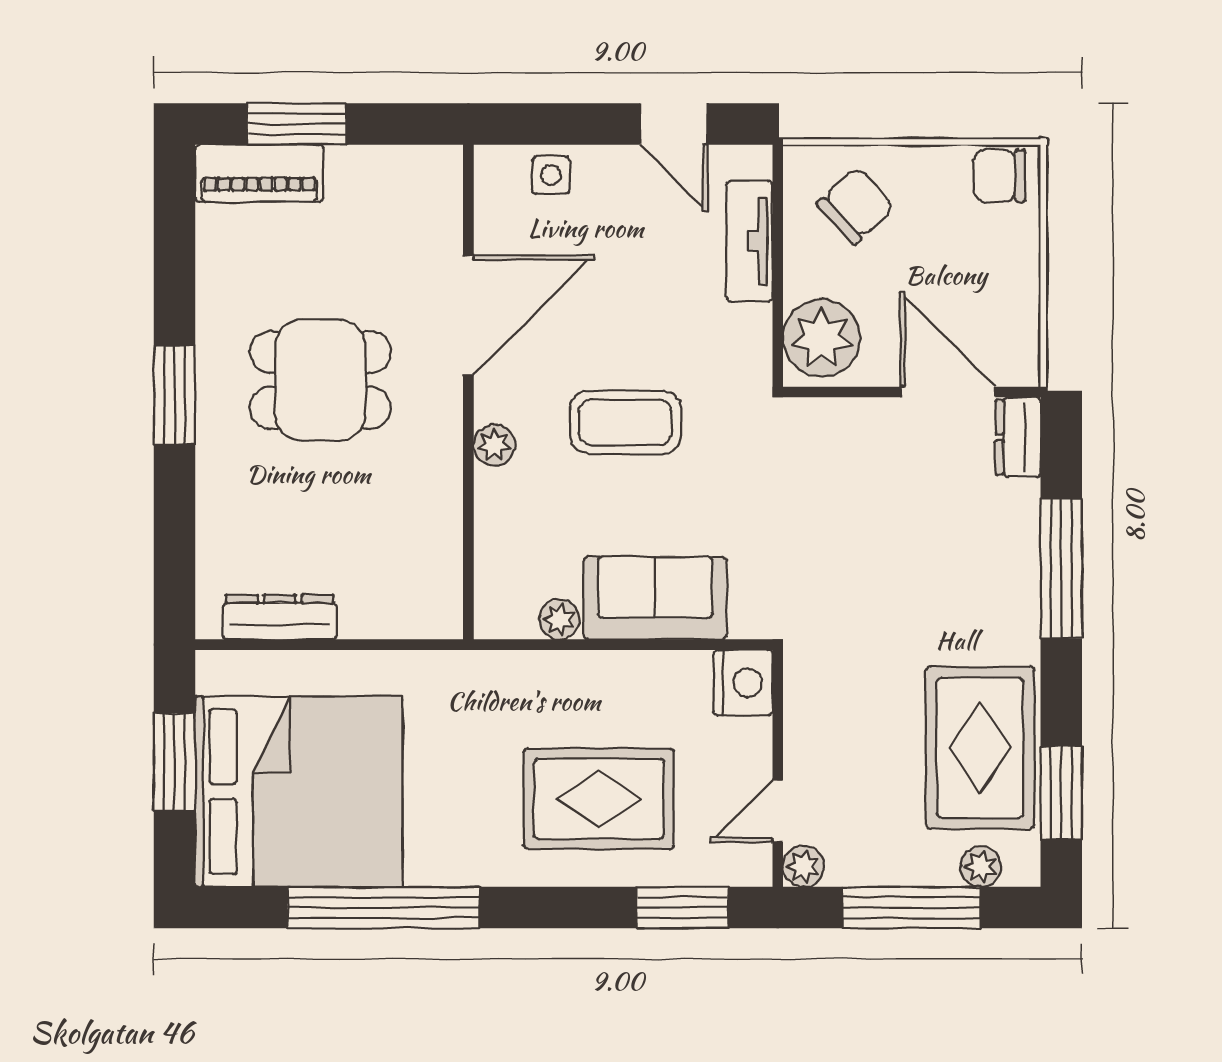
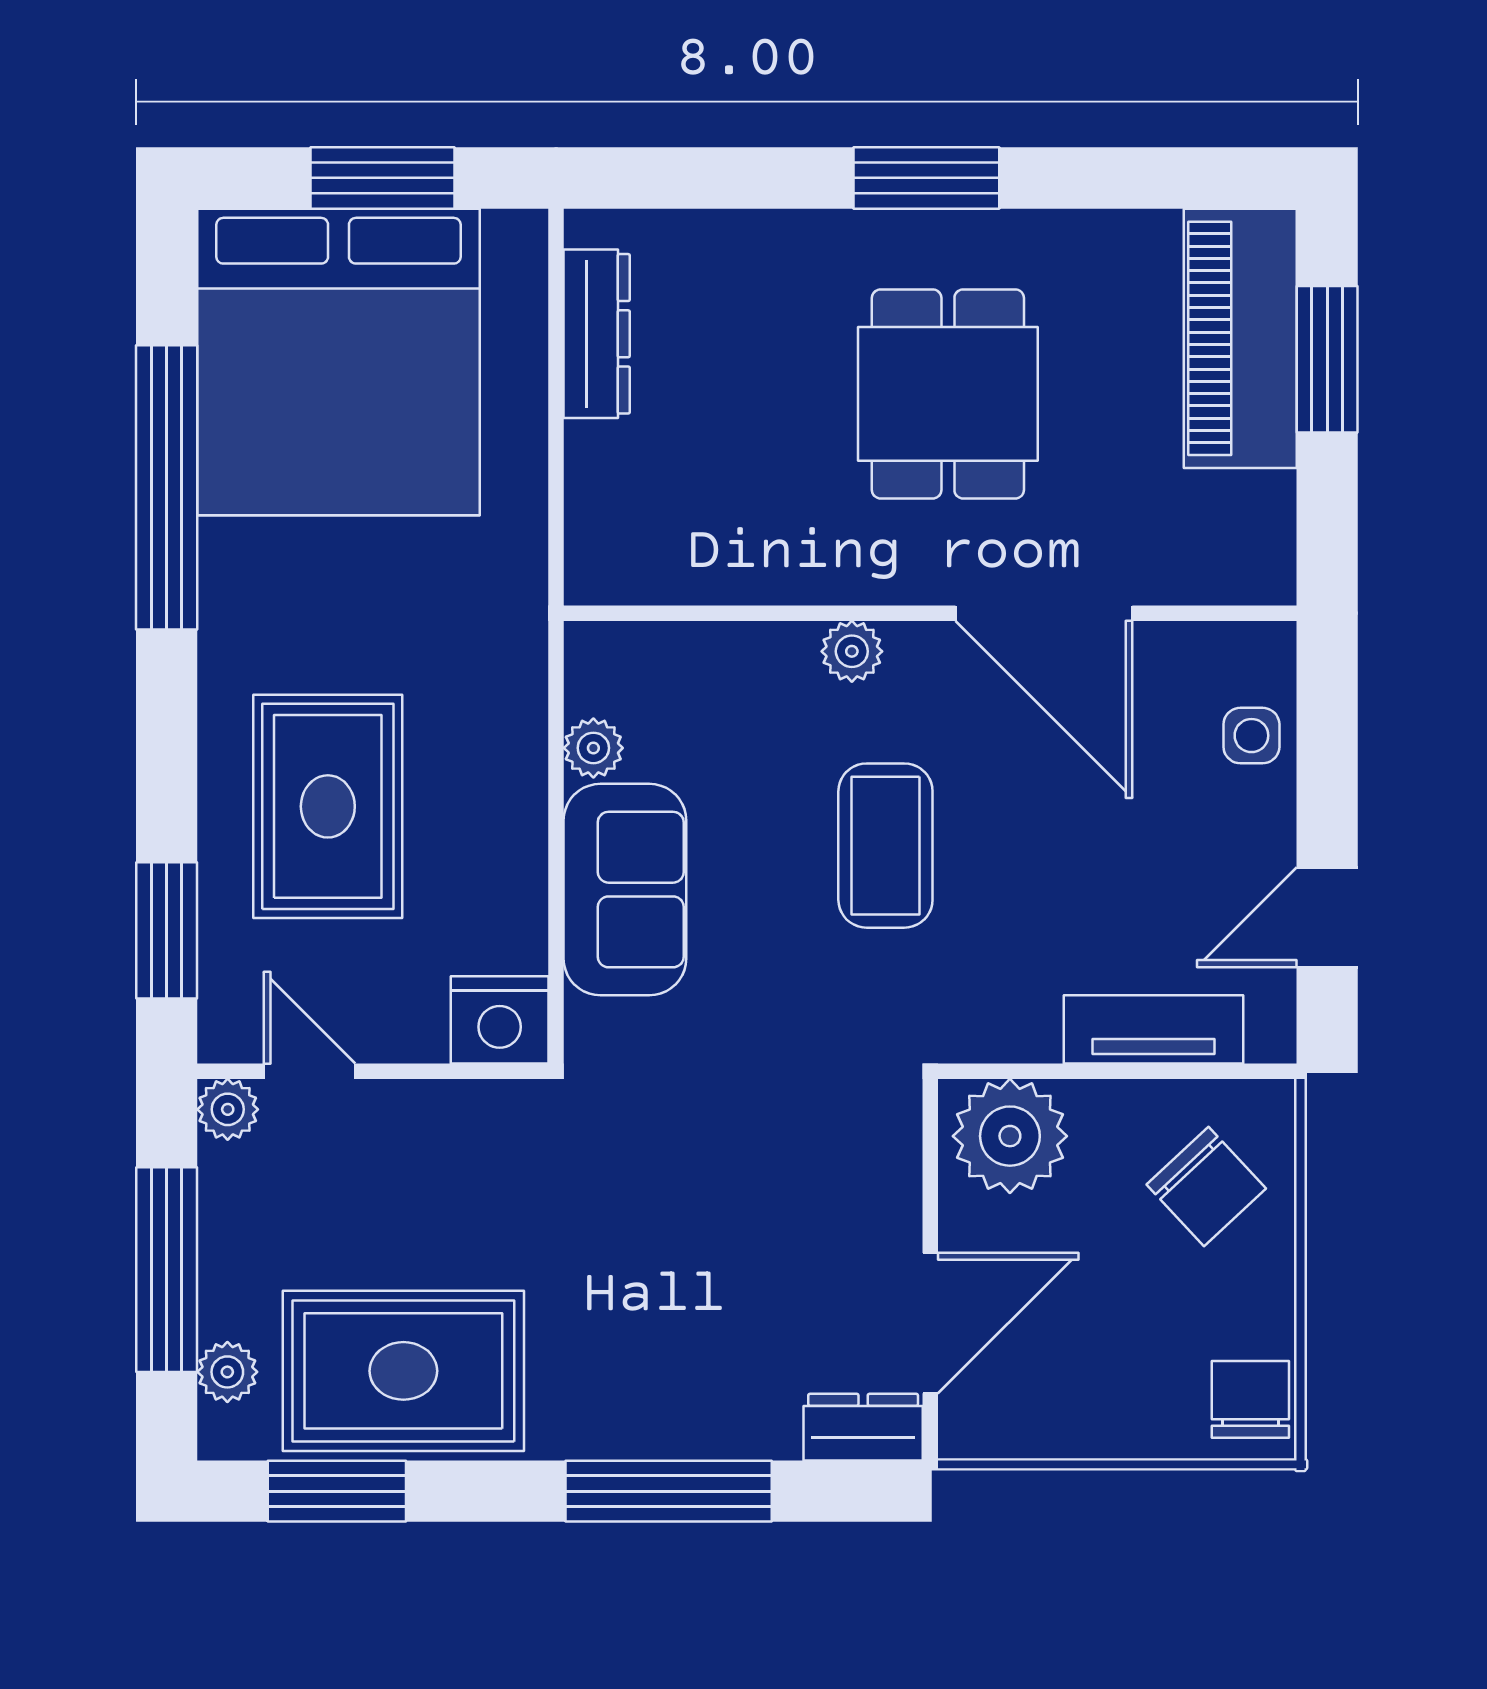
piano: (259, 173) -> (1240, 338), width x1.37, depth x1.33

